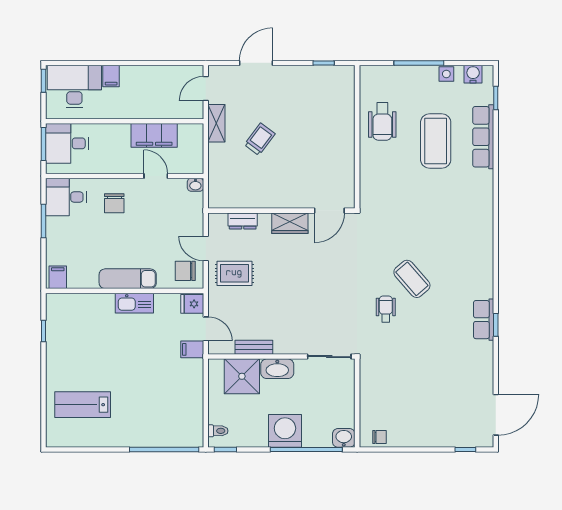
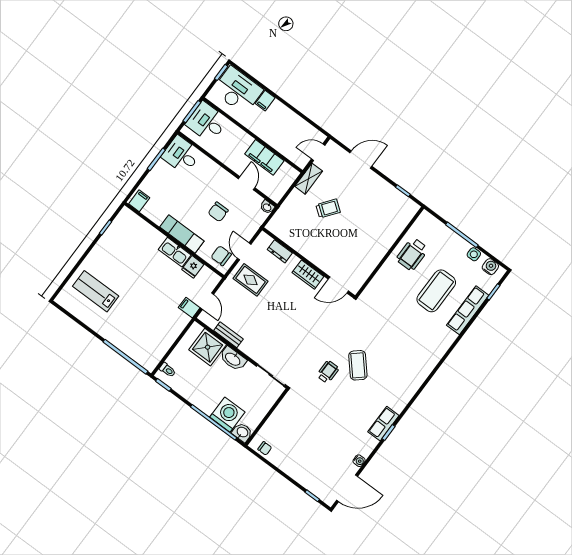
chair: (114, 203) -> (218, 212), moved
fridge: (192, 304) -> (193, 267), moved, turned -90
water cooler: (487, 377) -> (359, 461), added
washing machine: (285, 431) -> (227, 415), moved

